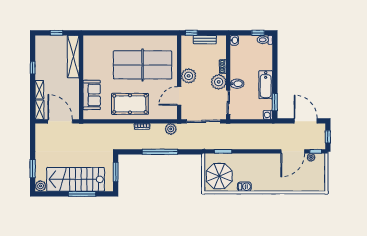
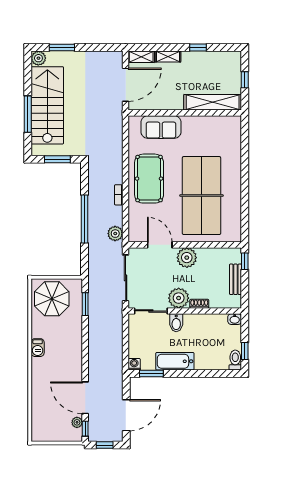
barbecue: (244, 187) -> (38, 348), moved

